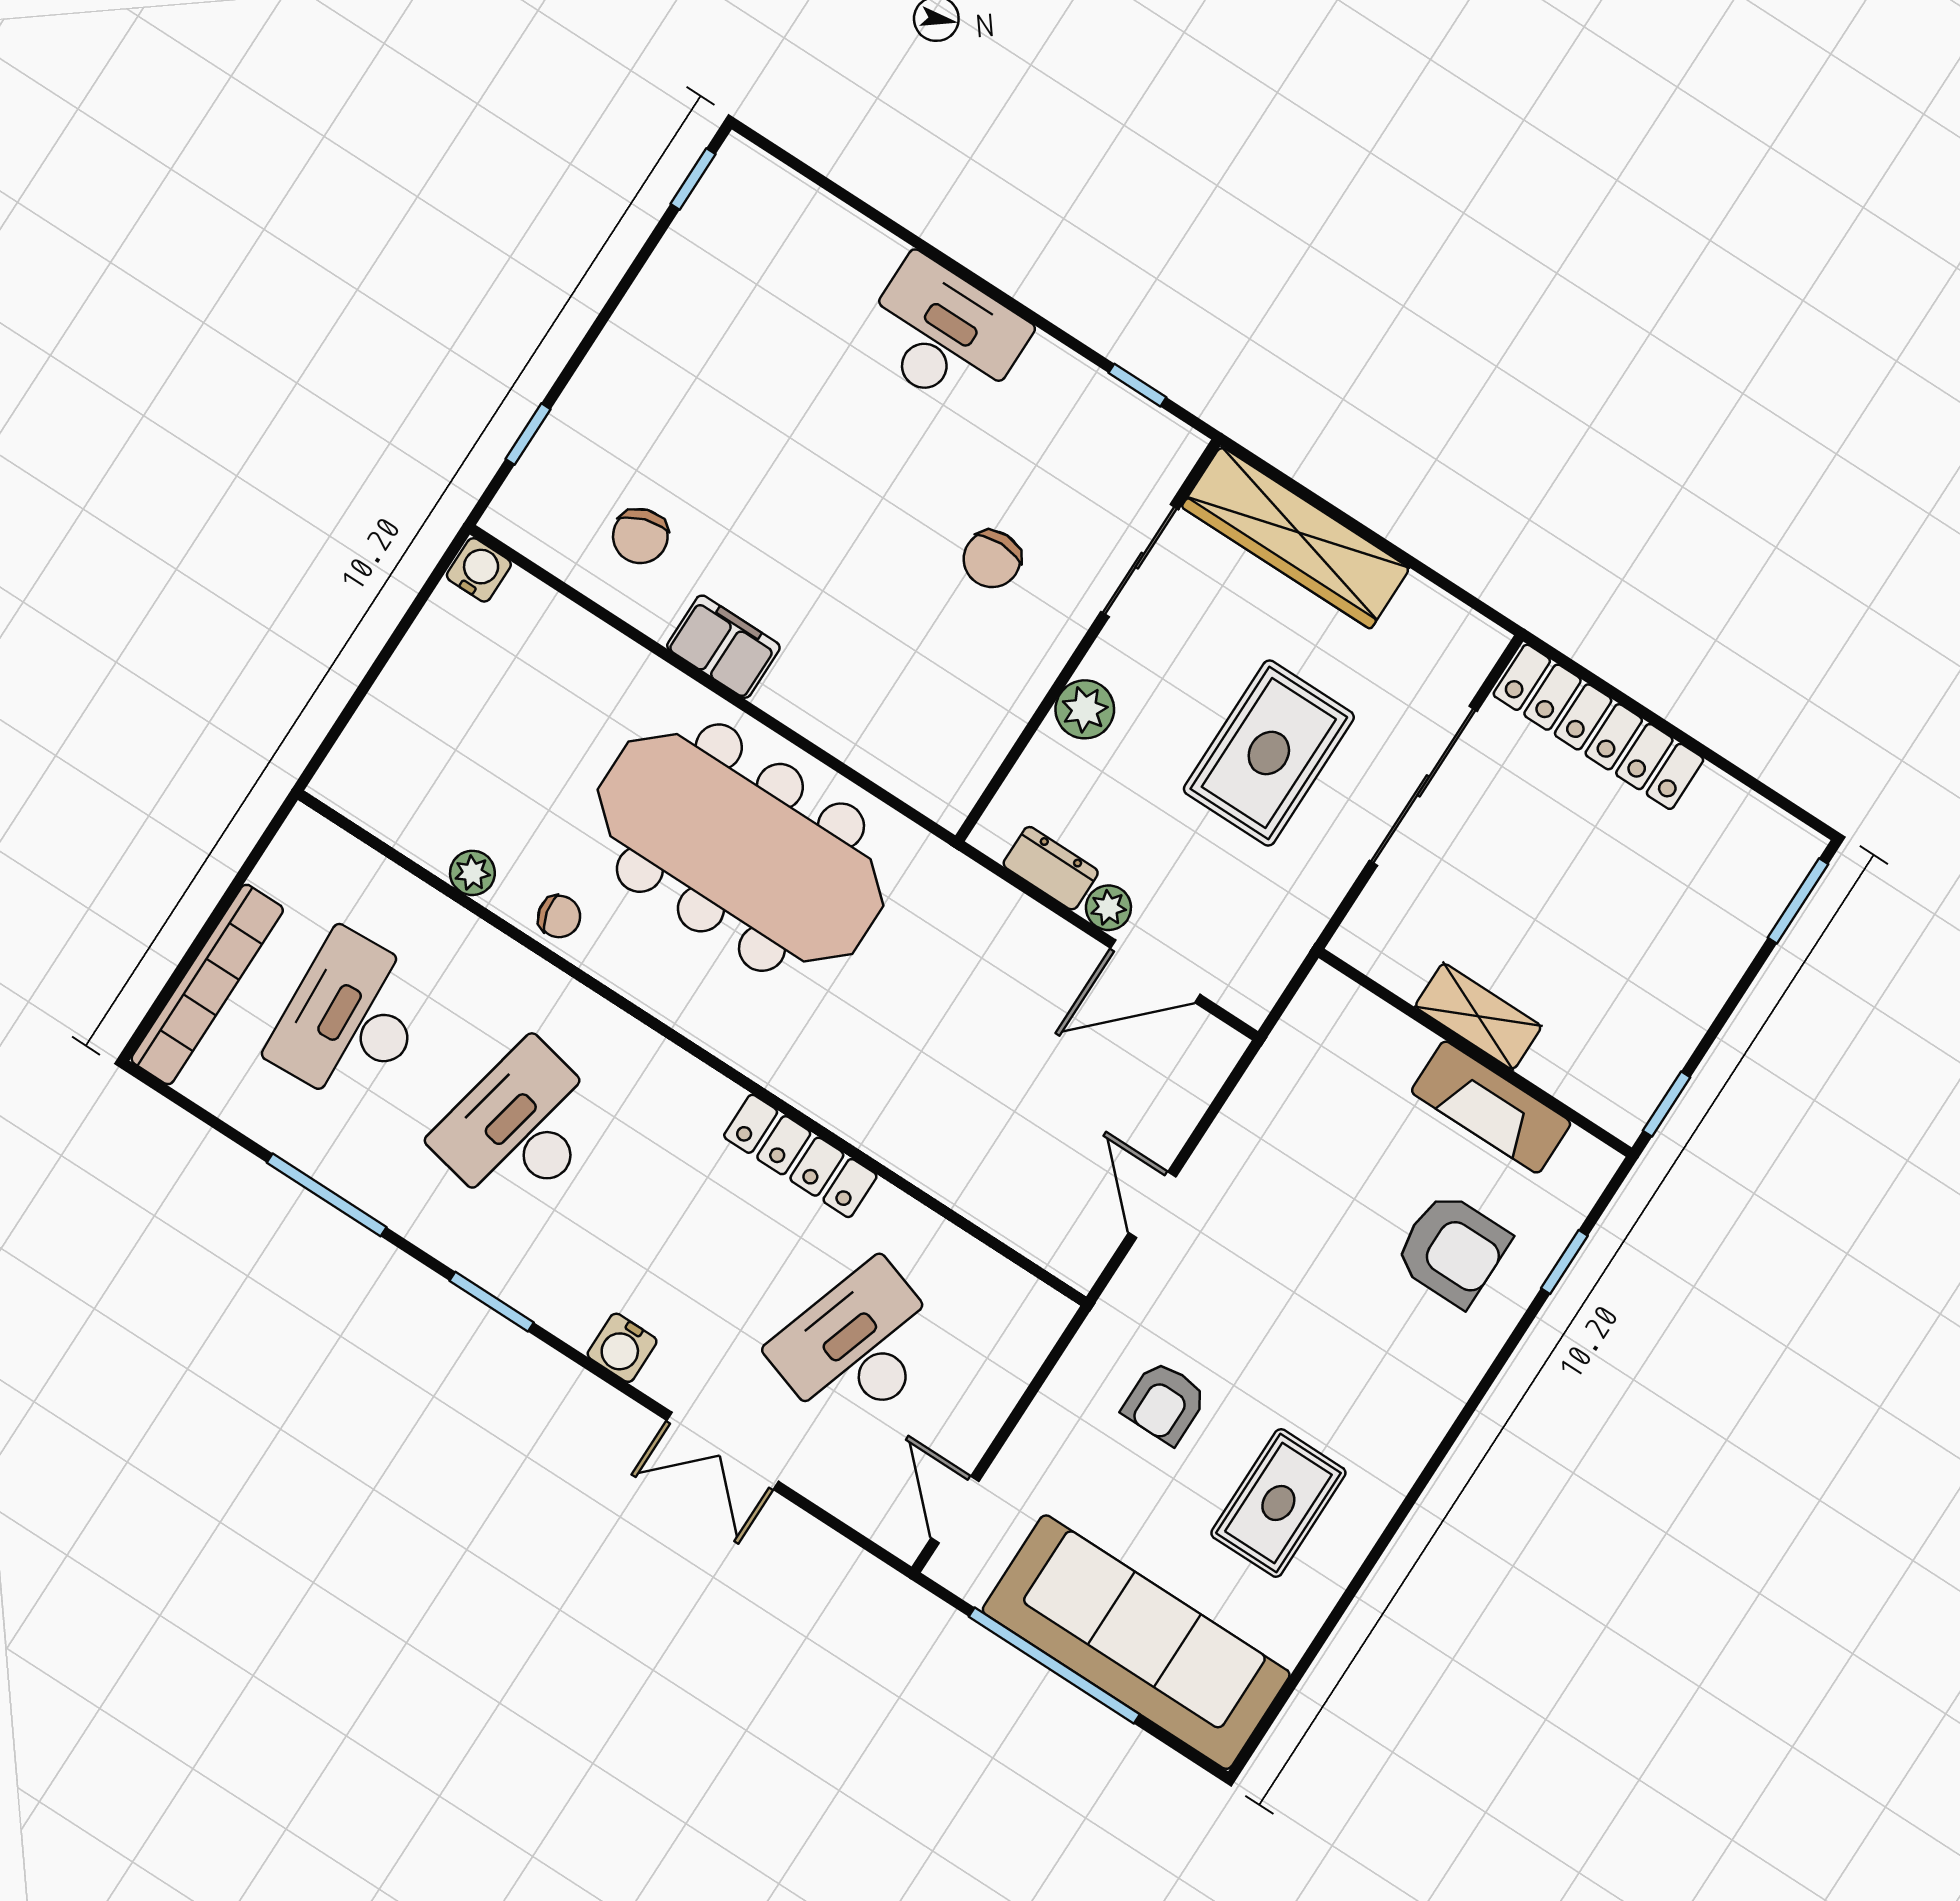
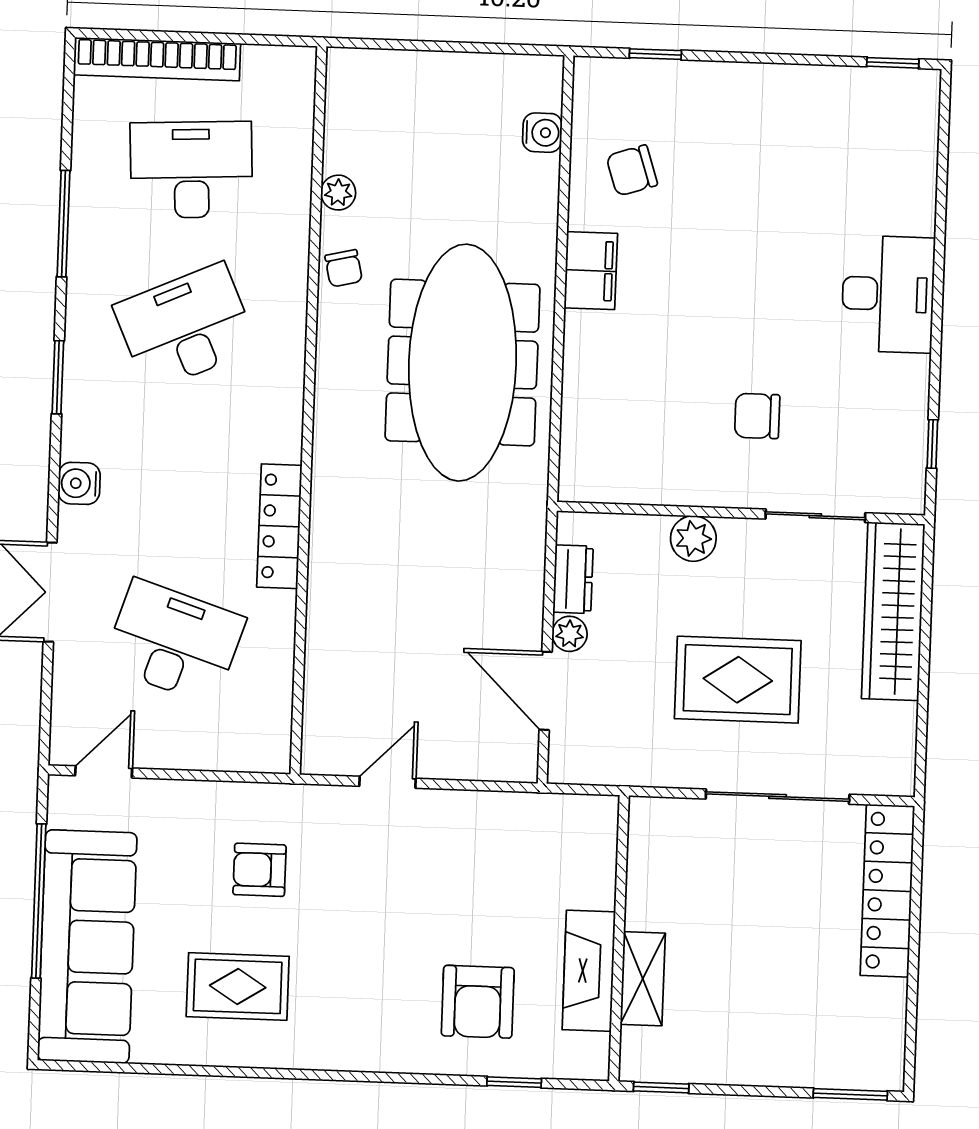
water cooler: (479, 570) -> (542, 133), moved
shelving: (1478, 1016) -> (643, 979), moved
desk: (520, 1129) -> (186, 327), turned -36

